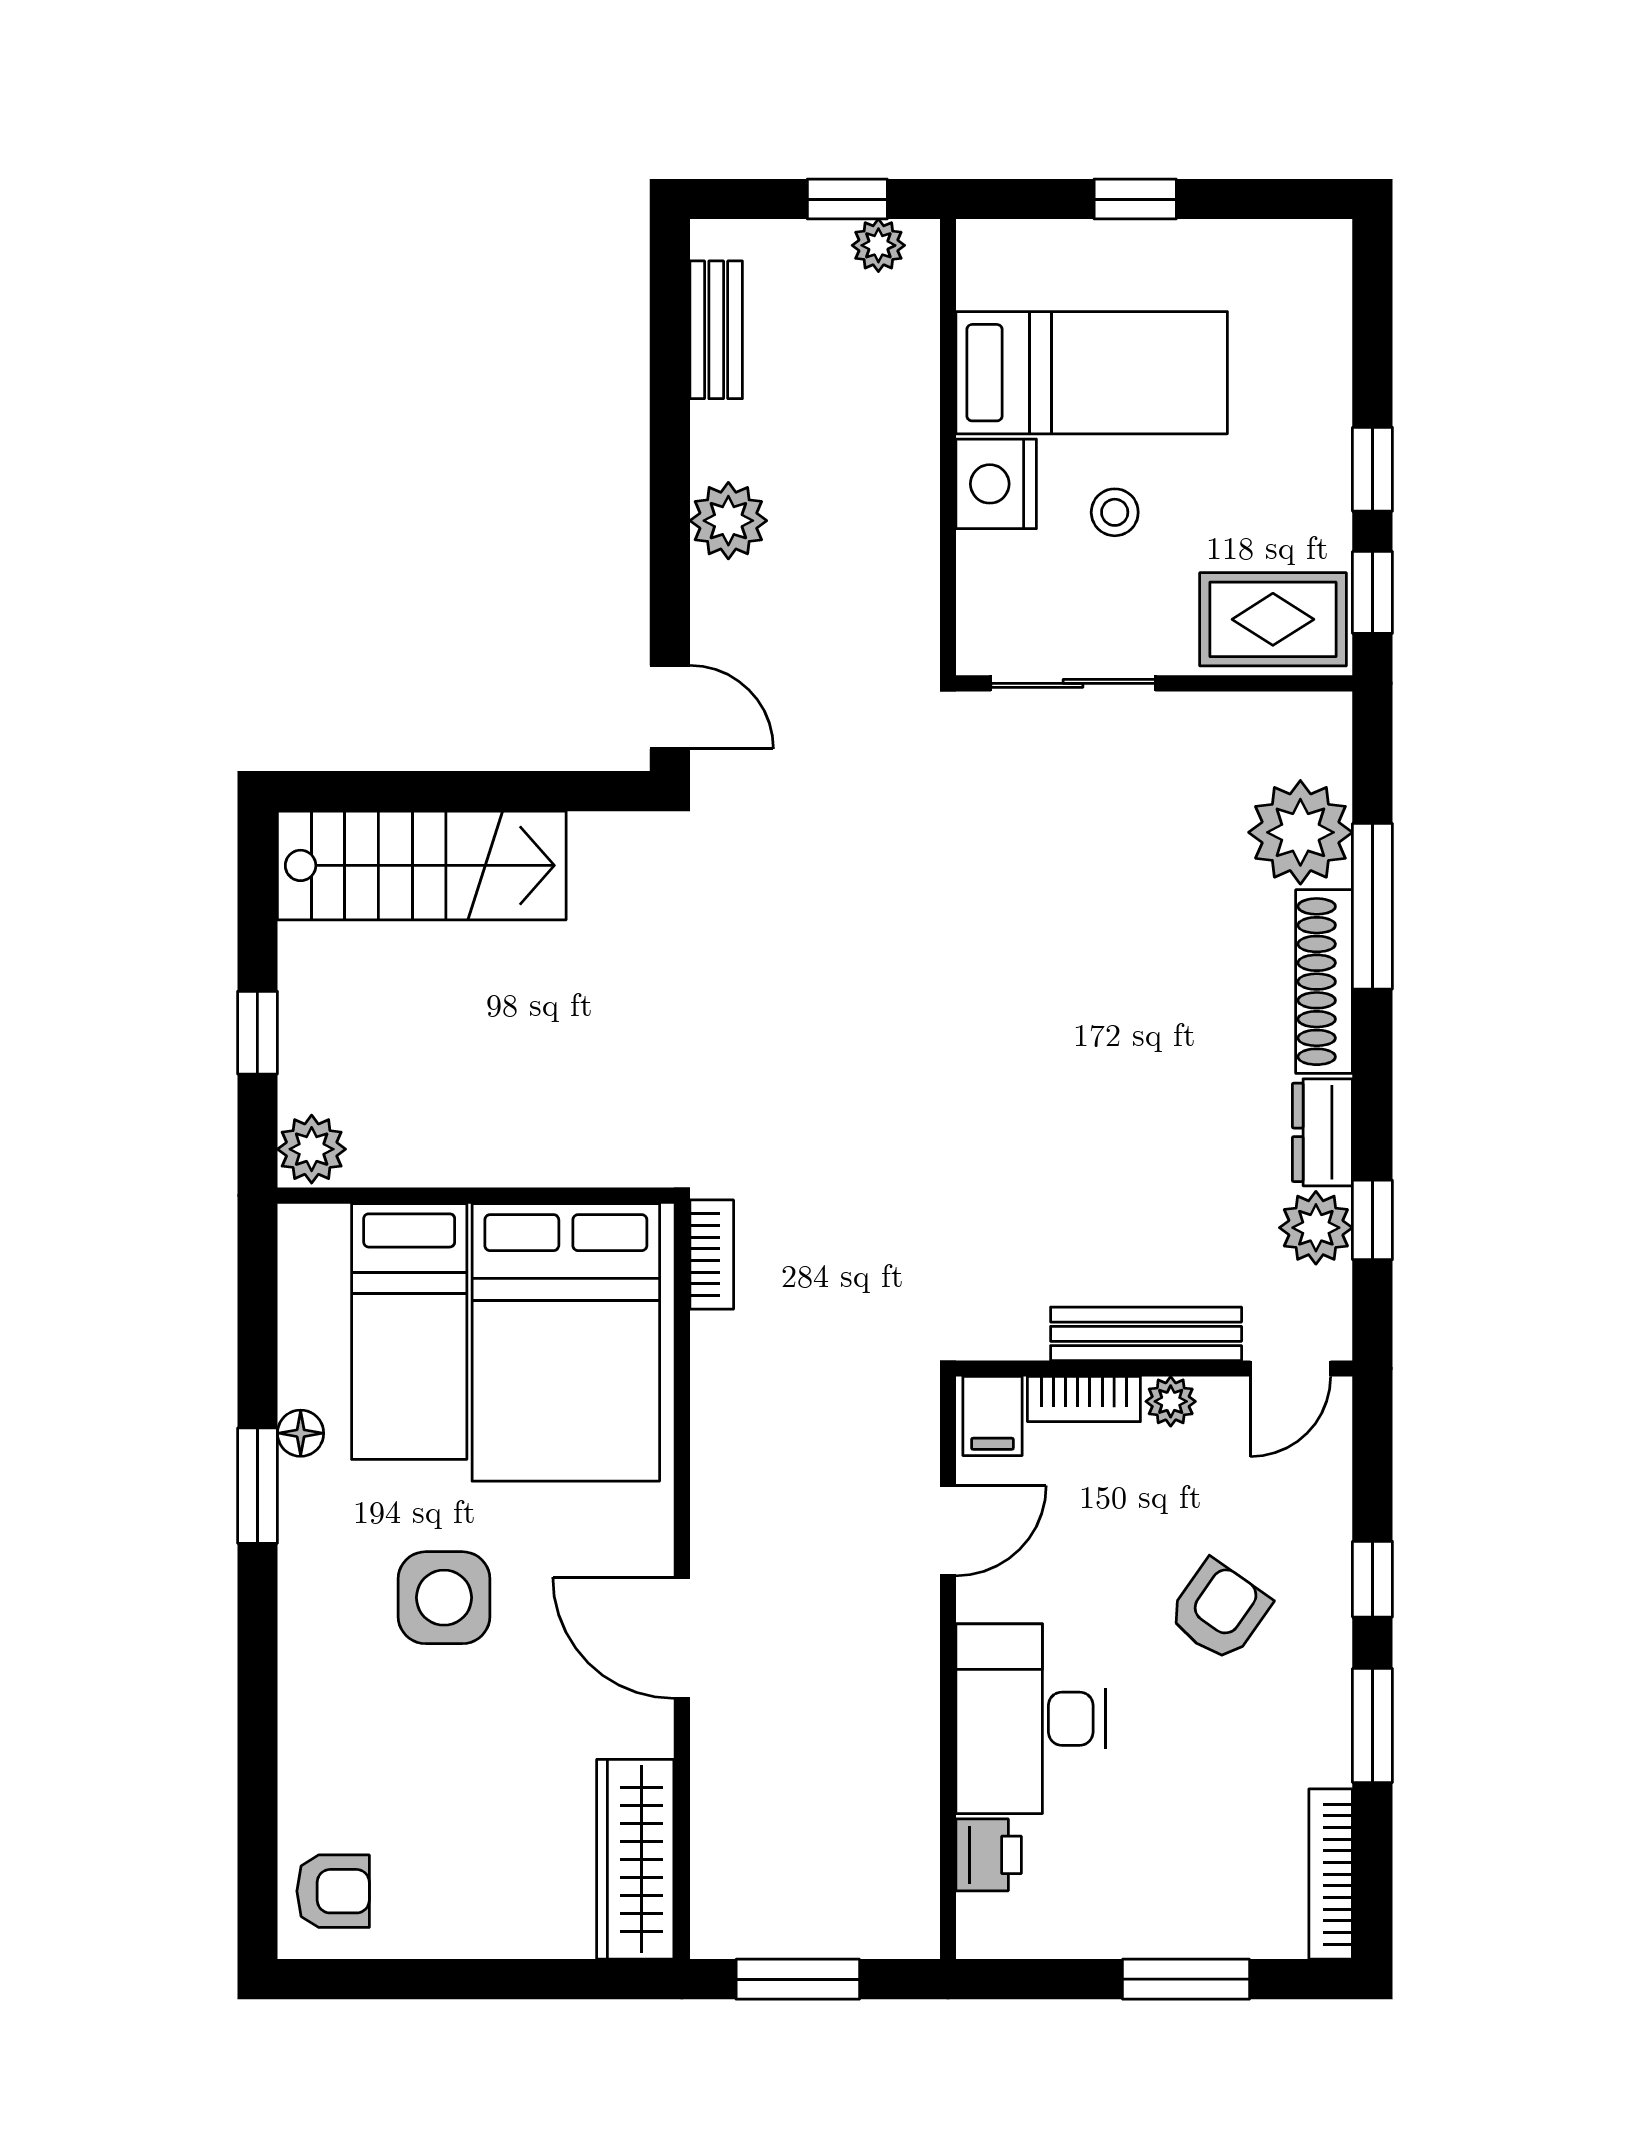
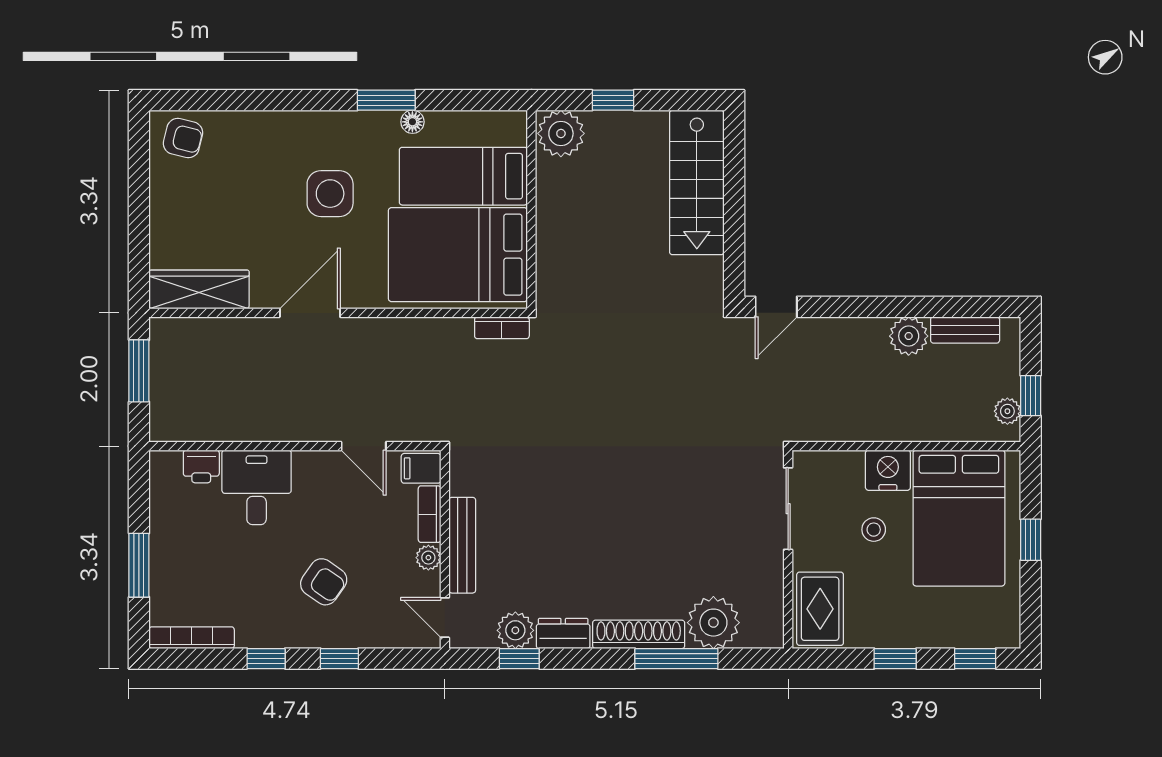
bed: (1092, 373) -> (959, 518), width x1.50
plant: (728, 521) -> (909, 336), moved
window: (1372, 592) -> (975, 659), moved
plant: (312, 1149) -> (561, 133), width x1.36, depth x1.36
desk: (1031, 1719) -> (257, 487), width x0.73
window: (1372, 1725) -> (266, 659), width x0.67
armchair: (333, 1891) -> (183, 138), turned -76

